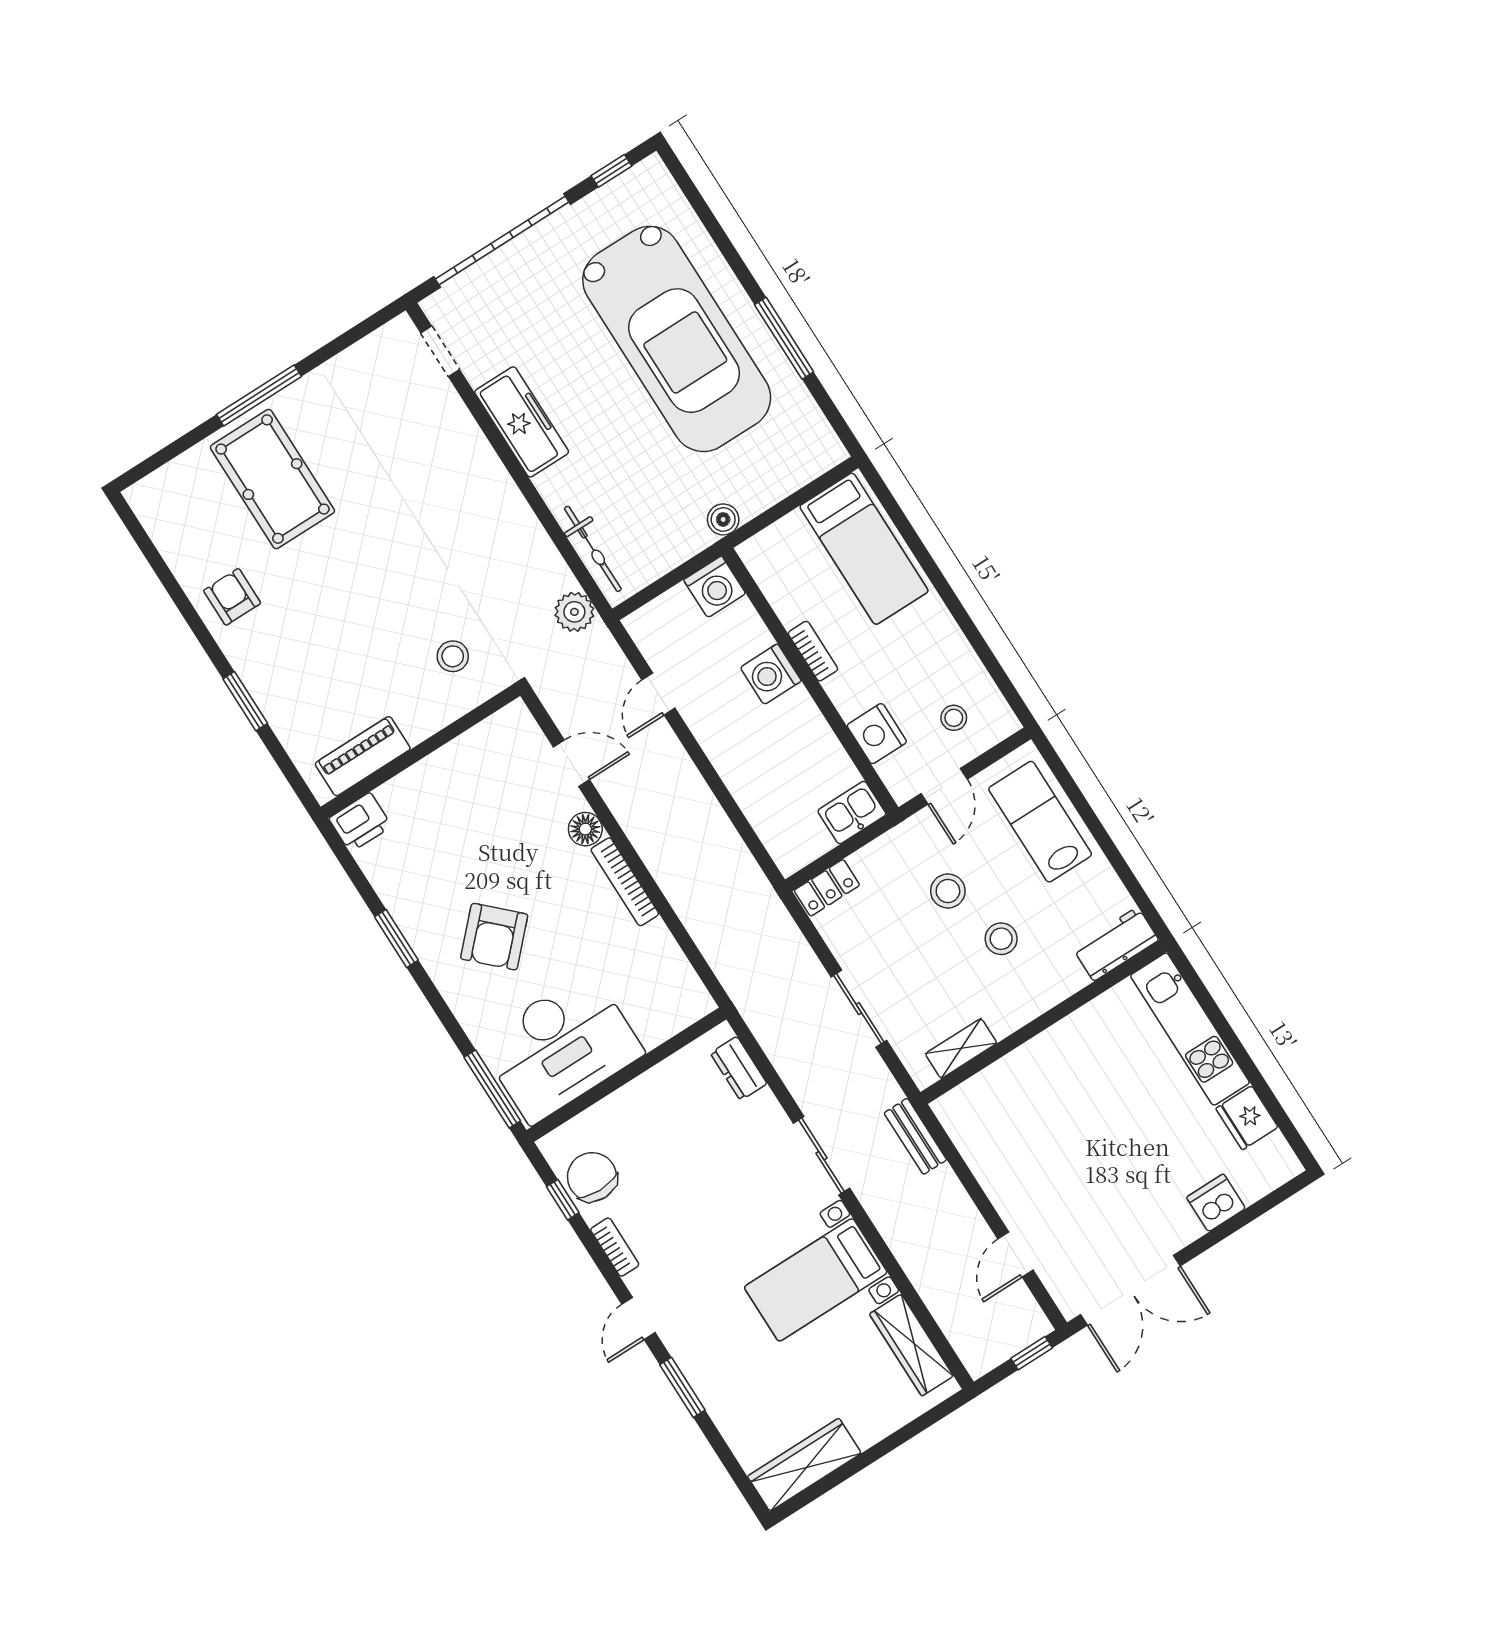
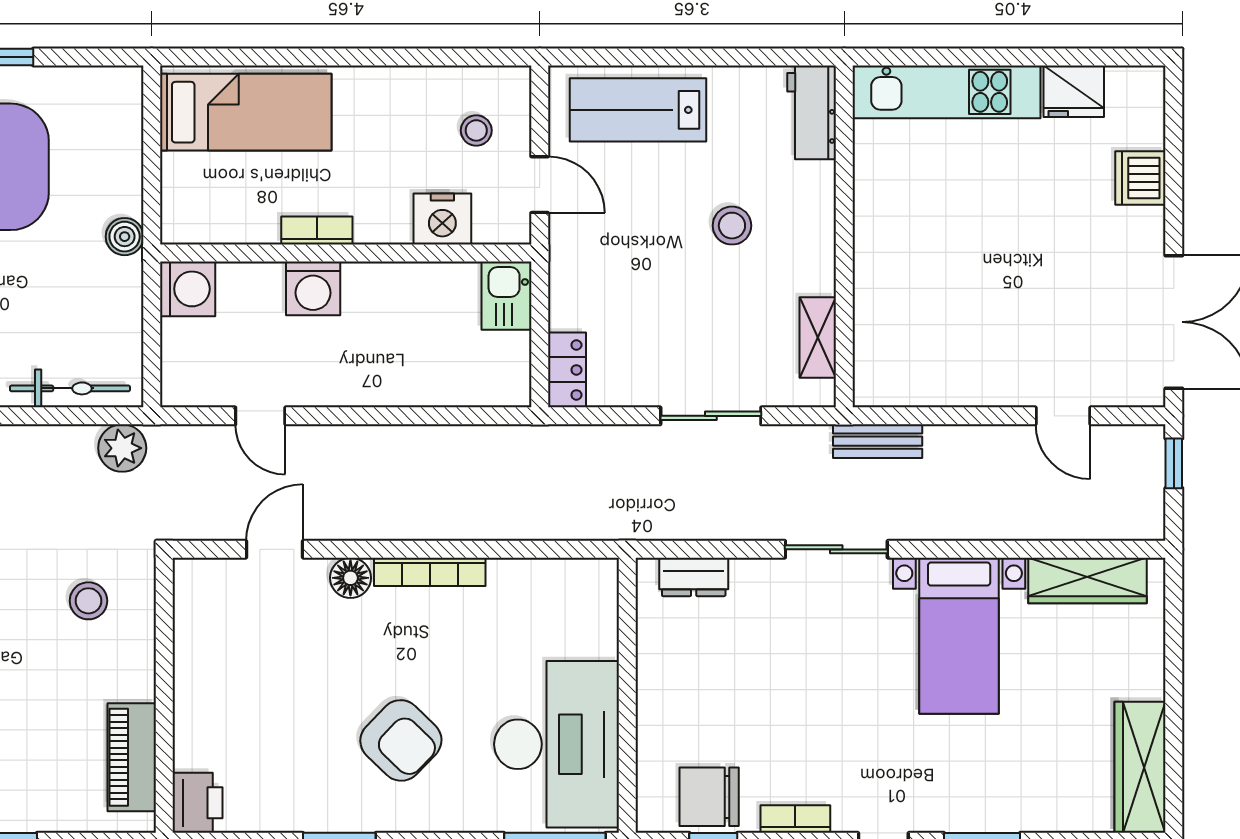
stool: (948, 891) -> (649, 249), removed

